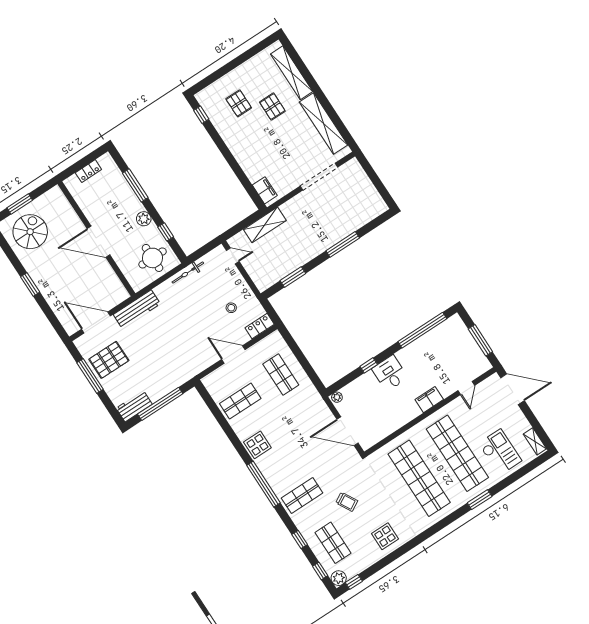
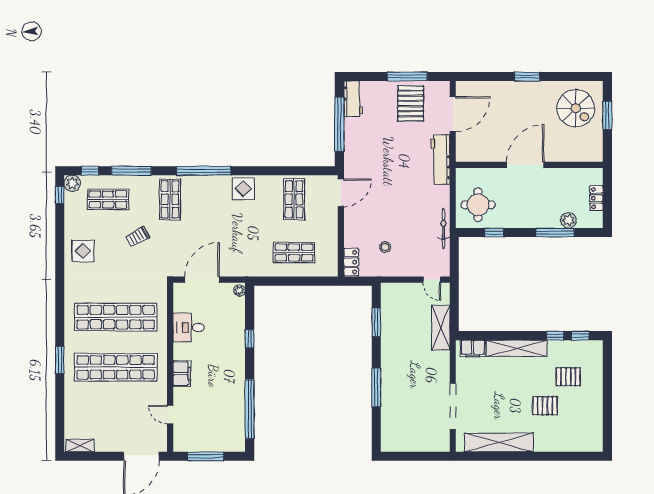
shelving: (292, 73) -> (517, 348), moved
window: (214, 134) -> (555, 336), added
plant: (144, 219) -> (568, 220), moved
door: (233, 256) -> (432, 280), hinge flipped
door: (233, 354) -> (341, 193), moved
desk: (390, 373) -> (189, 327), moved, turned 180
checkout: (500, 452) -> (91, 407), removed
window: (300, 539) -> (131, 171), width x2.17

